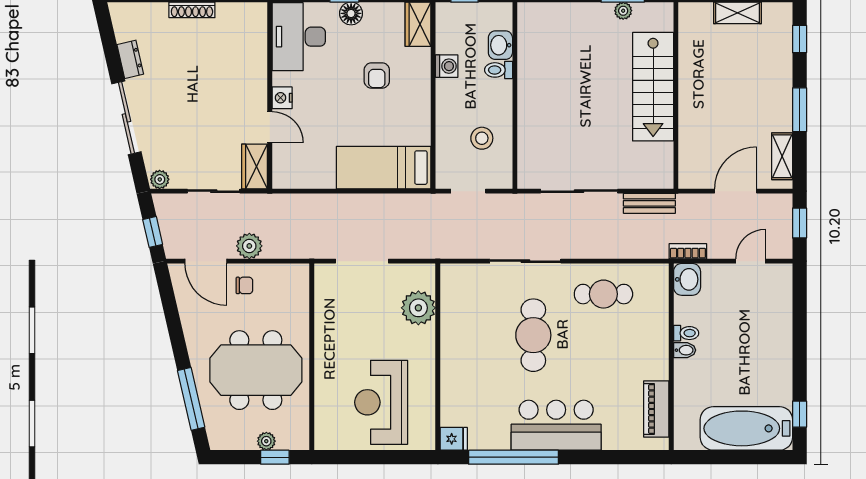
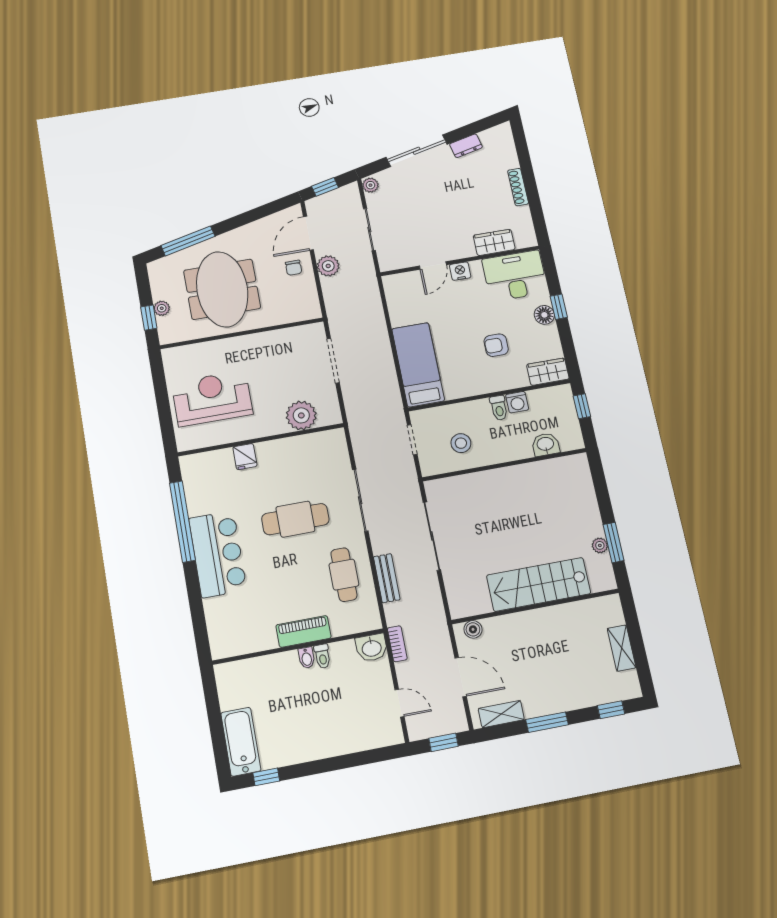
toilet: (499, 70) -> (499, 408), moved, turned 180
wardrobe: (255, 166) -> (494, 242), moved
boiler: (688, 168) -> (473, 629), added
bench: (649, 203) -> (387, 578), moved
piano: (656, 409) -> (303, 631), moved
bathtub: (746, 428) -> (241, 742), width x0.73, depth x0.73
fridge: (454, 439) -> (245, 457), moved

